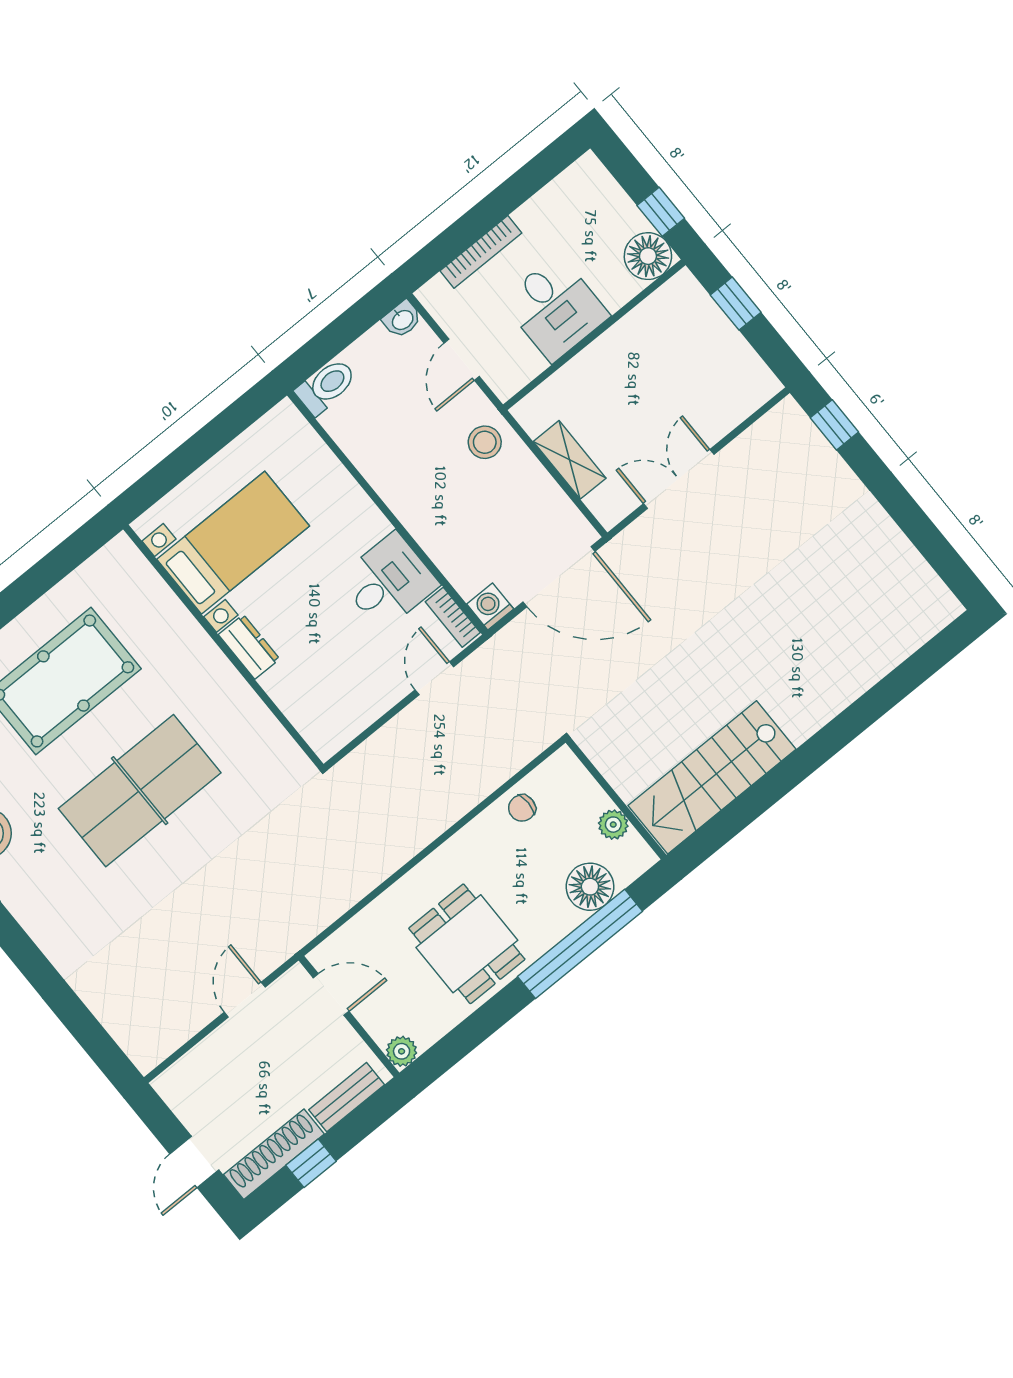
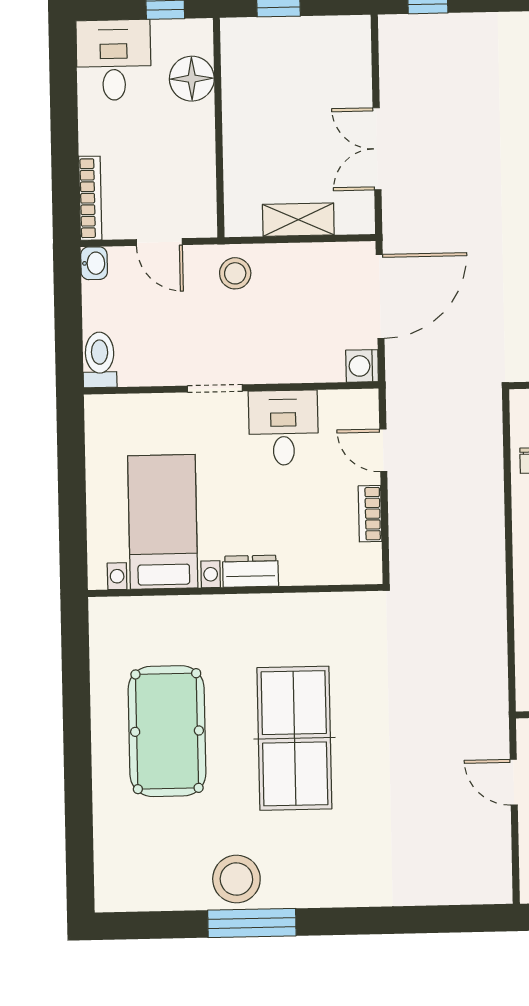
bookcase: (481, 252) -> (90, 198), moved
floor lamp: (648, 256) -> (192, 79), moved
desk: (555, 308) -> (114, 60), moved, turned -90
doorway: (377, 500) -> (215, 388), added
bookcase: (453, 617) -> (370, 514), moved, turned 90

